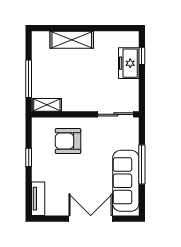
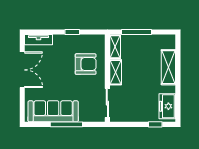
freezer: (129, 63) -> (167, 106), moved, turned -90
shelving: (78, 104) -> (116, 72), added
armchair: (68, 141) -> (86, 64), turned 90
double door: (91, 219) -> (22, 70), moved

